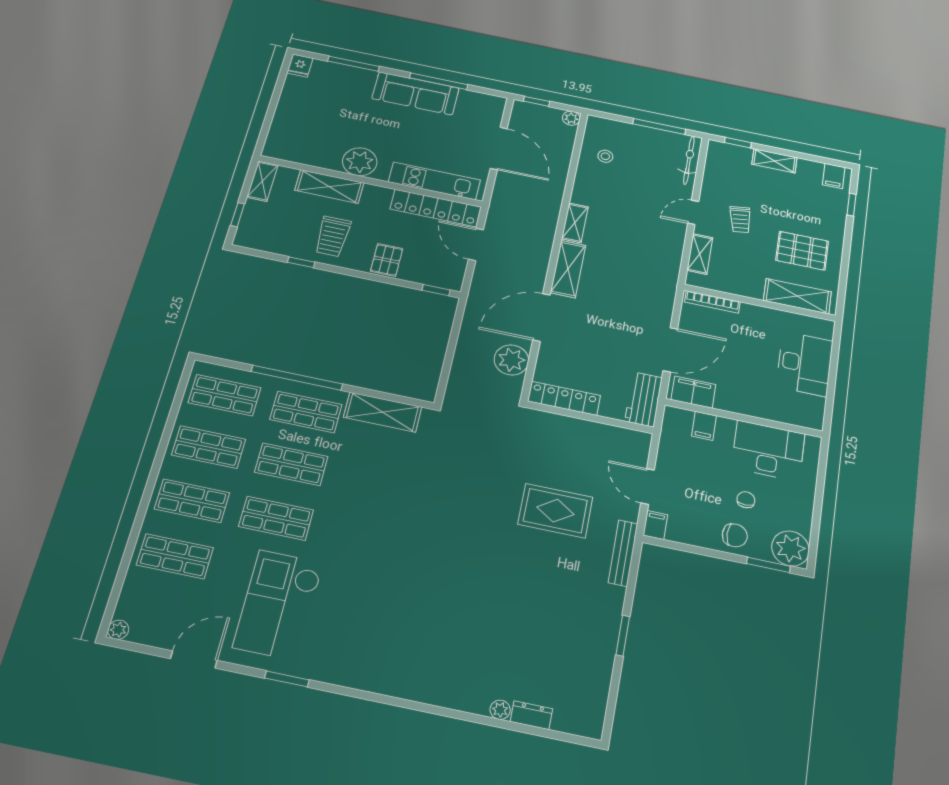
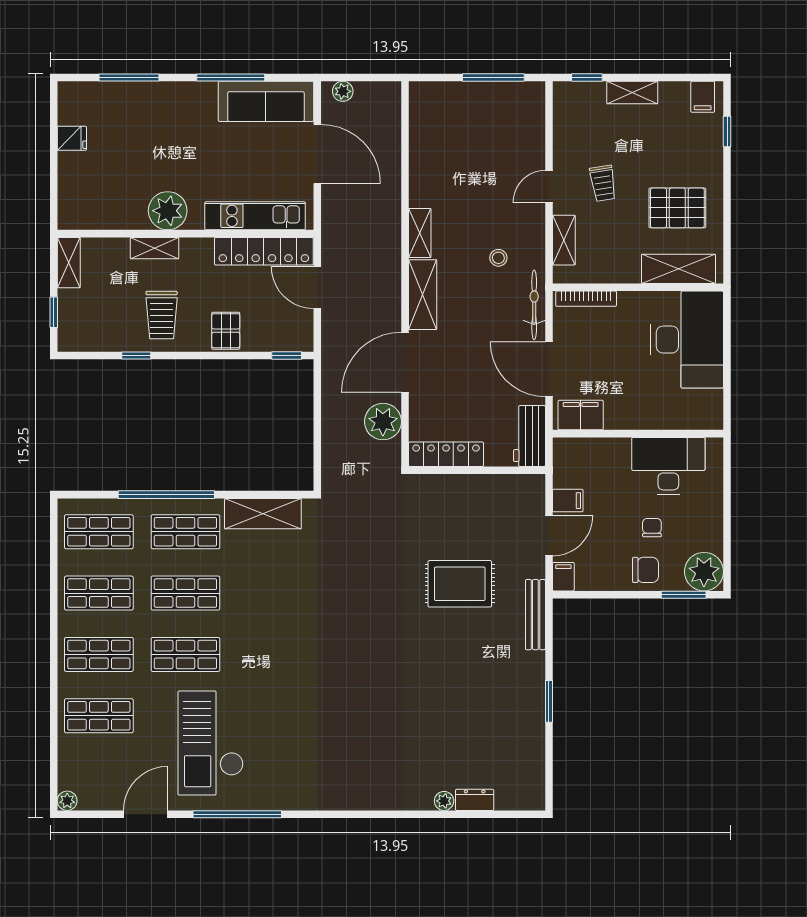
fridge: (300, 66) -> (72, 138), moved, turned -90
sofa: (416, 93) -> (266, 101), moved
window: (537, 101) -> (347, 77), removed
plant: (571, 118) -> (343, 91), moved
stool: (605, 156) -> (498, 258), moved
bicycle: (689, 160) -> (534, 305), moved
shelving: (329, 187) -> (155, 248), width x0.67, depth x0.75
door: (670, 350) -> (549, 369), swing flipped
desk: (805, 364) -> (687, 340), width x1.36, depth x1.30
filing cabinet: (704, 426) -> (568, 501), moved, turned -90
door: (648, 486) -> (549, 536), swing flipped
window: (287, 679) -> (237, 814), width x2.11

